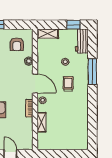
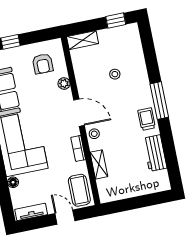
workbench: (82, 41) -> (155, 153), moved
window: (92, 72) -> (159, 101), moved
trolley: (68, 84) -> (147, 119), moved
coffee table: (24, 137) -> (79, 190), added

